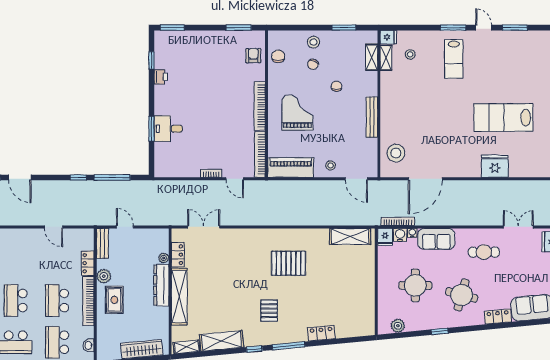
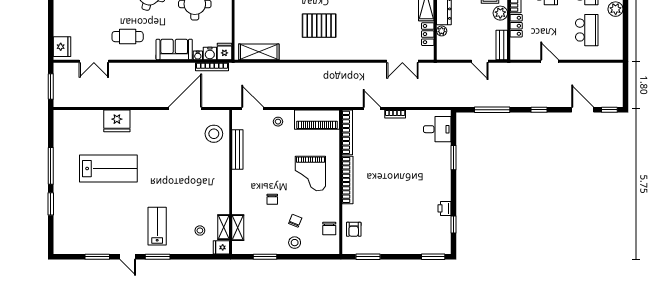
bench: (372, 117) -> (237, 149), moved
desk: (168, 129) -> (437, 129), moved
window: (78, 177) -> (539, 110), moved
school desk: (16, 259) -> (587, 30), added

